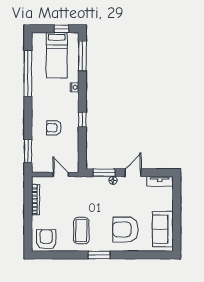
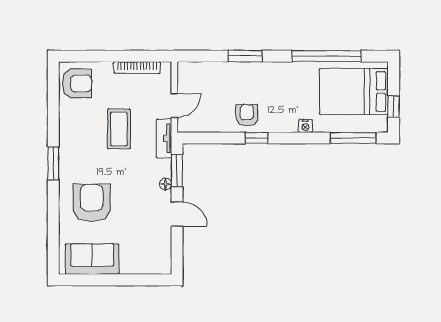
bed: (57, 55) -> (354, 92), width x1.50
armchair: (54, 128) -> (247, 115), moved
window: (28, 151) -> (245, 56), moved
tv unit: (160, 181) -> (164, 138), moved
coffee table: (81, 231) -> (119, 129), moved, turned 90

